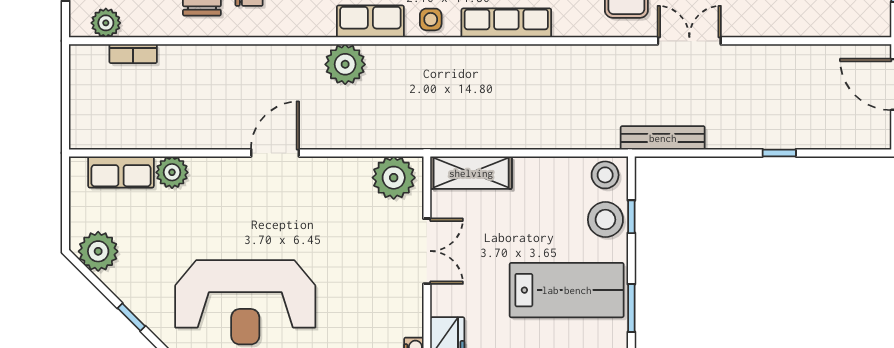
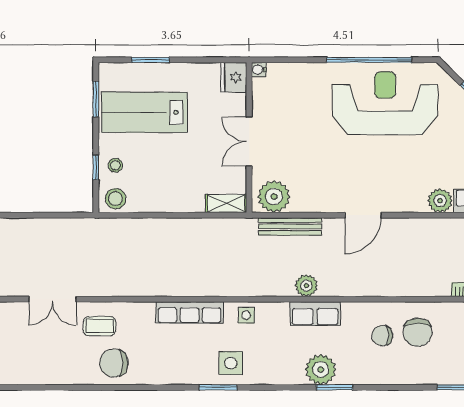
row of seats: (370, 21) -> (315, 314), moved
plant: (345, 64) -> (306, 286), width x0.73, depth x0.73
bench: (663, 138) -> (290, 226), moved
shelving: (471, 173) -> (226, 203), width x0.67, depth x0.75
stool: (605, 220) -> (115, 165), width x0.53, depth x0.53

